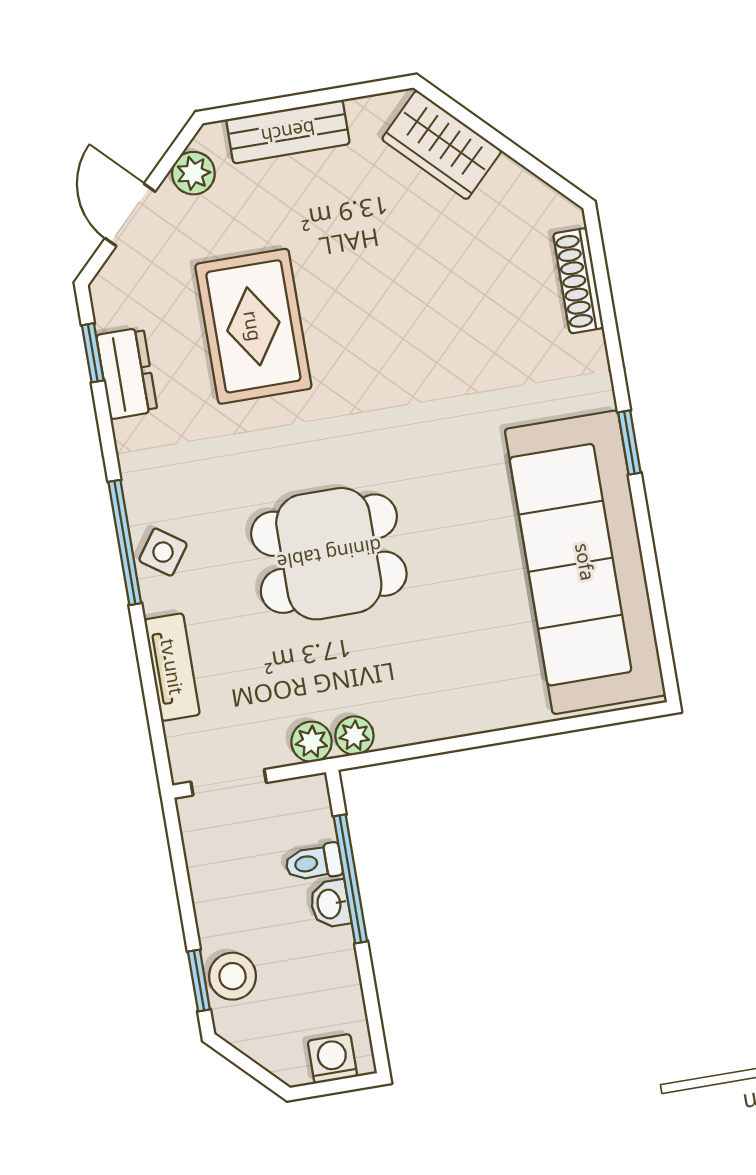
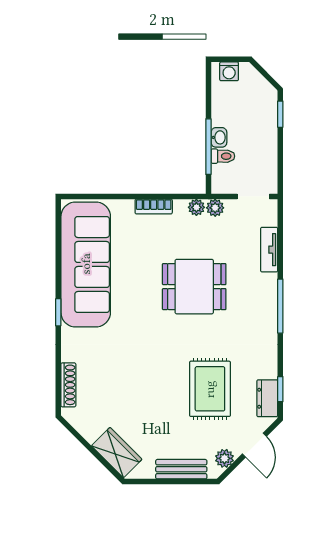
dresser: (127, 373) -> (267, 398), moved
side table: (163, 552) -> (265, 299), removed
bookcase: (452, 721) -> (154, 206), added
stool: (233, 976) -> (266, 114), removed

